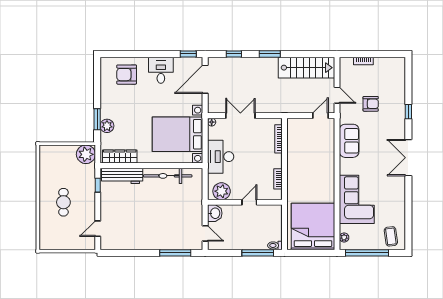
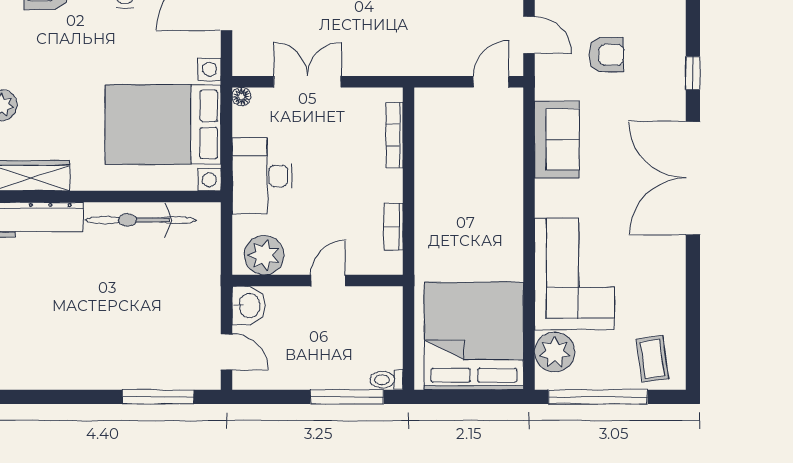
double door: (408, 158) -> (693, 178), width x1.36
plant: (344, 237) -> (555, 352), width x1.88, depth x1.88

